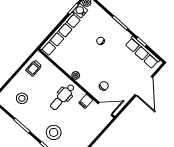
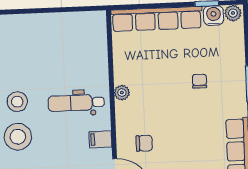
trolley: (34, 68) -> (77, 28), removed
stool: (22, 98) -> (17, 102), moved

